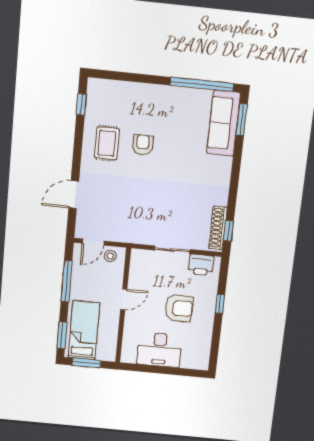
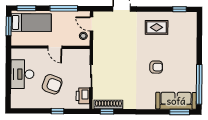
armchair: (143, 145) -> (156, 67), moved
armchair: (179, 308) -> (52, 84), turned -70

